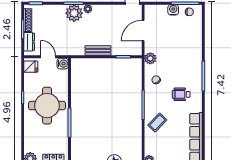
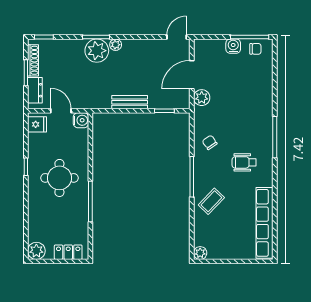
plant: (150, 58) -> (202, 98), moved
round table: (47, 106) -> (59, 178), width x0.73, depth x0.73

